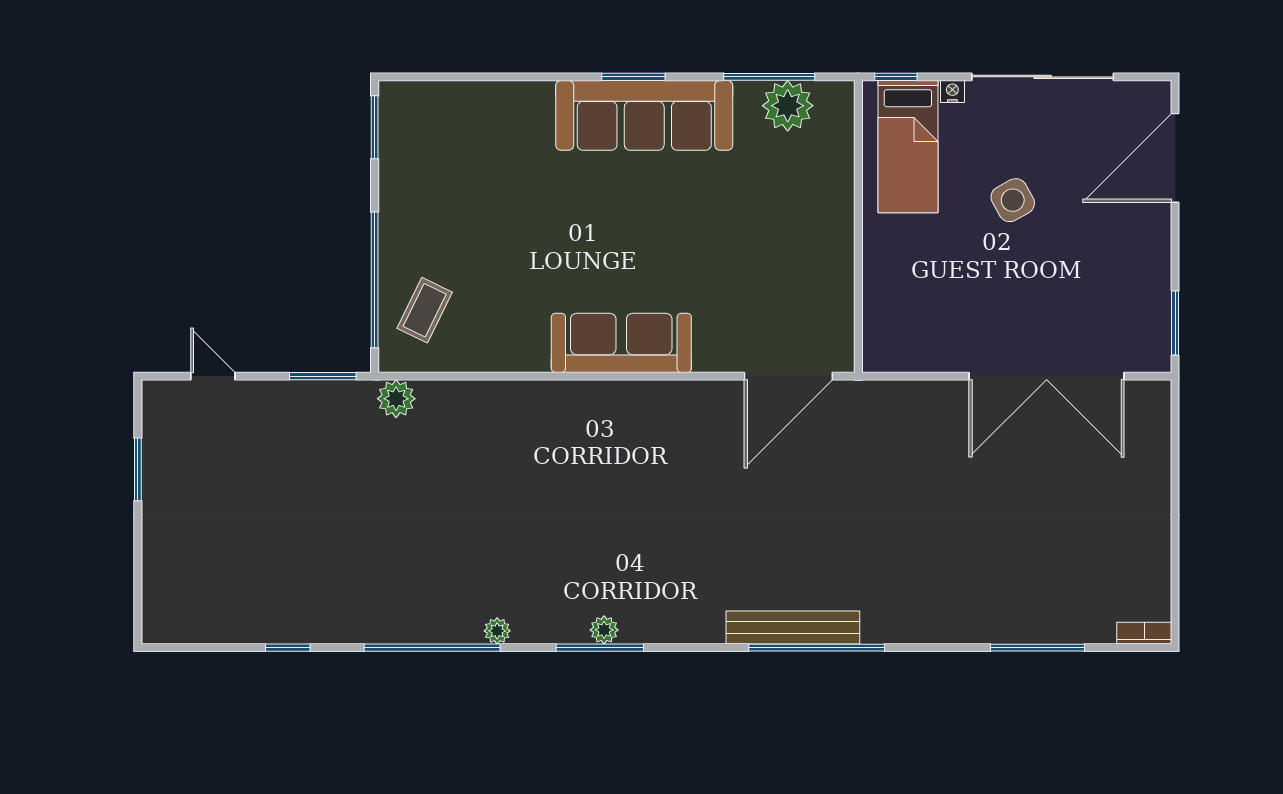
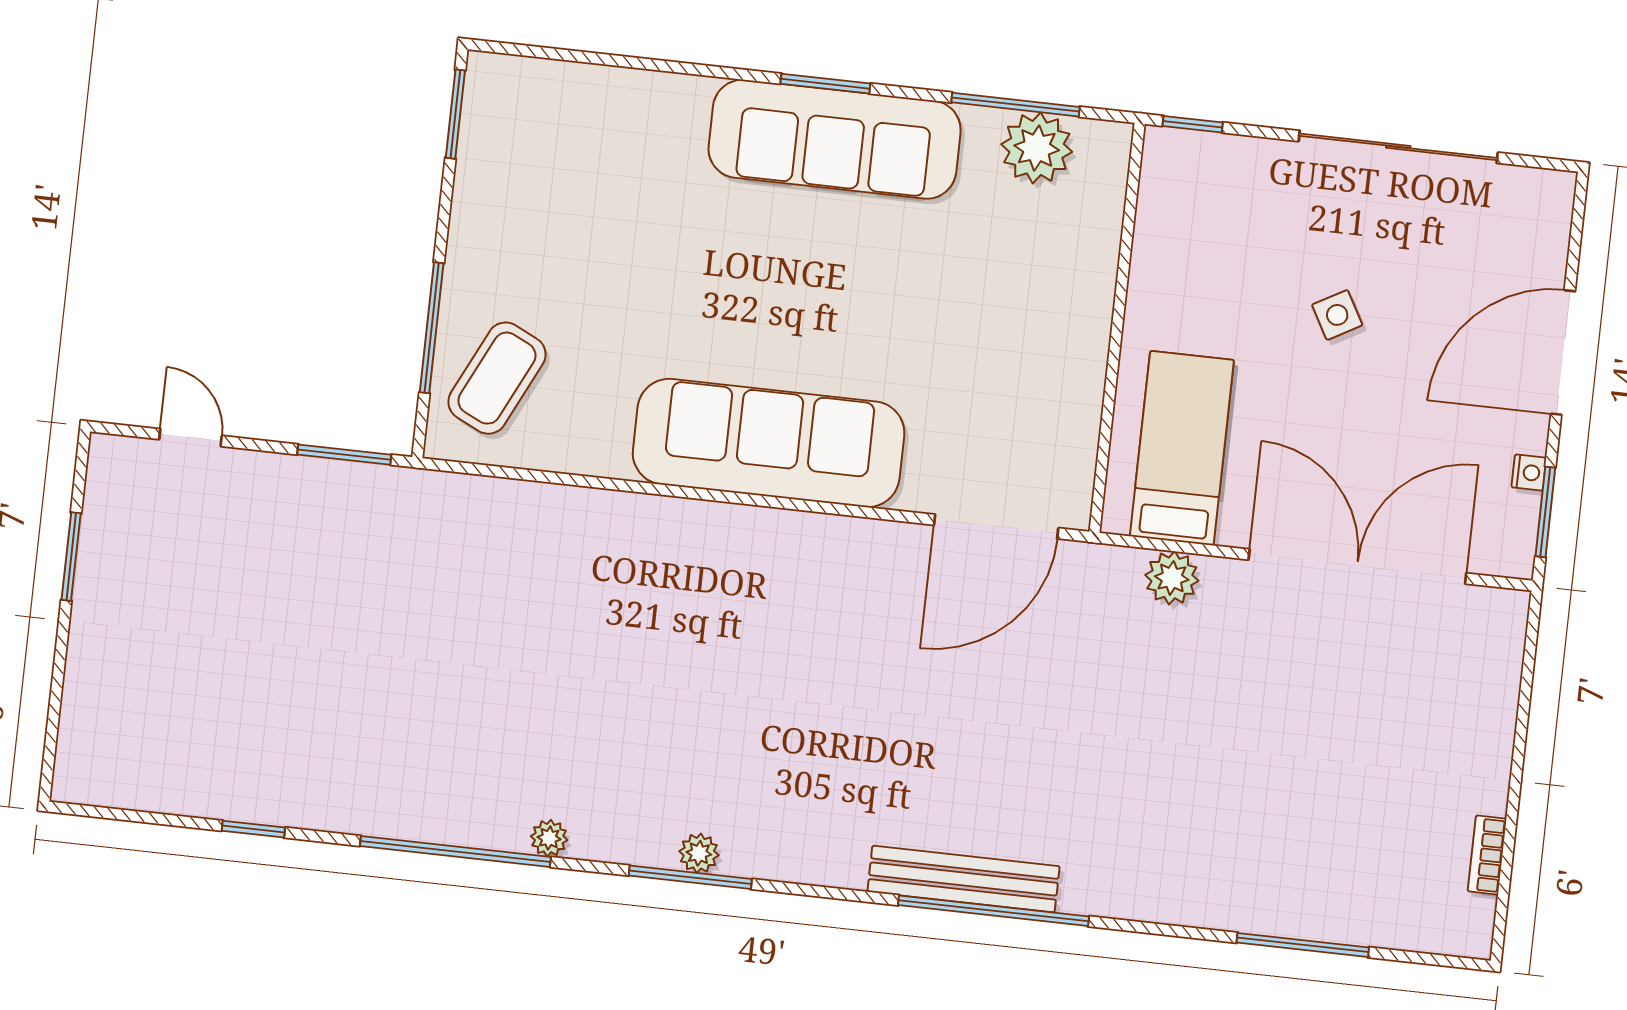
nightstand: (952, 91) -> (1529, 473), moved, turned 90
bed: (908, 147) -> (1182, 448), moved, turned 180
door: (1175, 158) -> (1563, 353), moved
side table: (1013, 200) -> (1337, 315), width x0.73, depth x0.73
window: (375, 280) -> (432, 328), width x0.68
coffee table: (425, 310) -> (497, 378), width x1.36, depth x1.30
sofa: (621, 343) -> (769, 443), width x1.36, depth x1.27
double door: (1047, 376) -> (1357, 566), swing flipped
plant: (396, 399) -> (1172, 578), moved
bookcase: (1144, 633) -> (1487, 855), moved, turned -90

